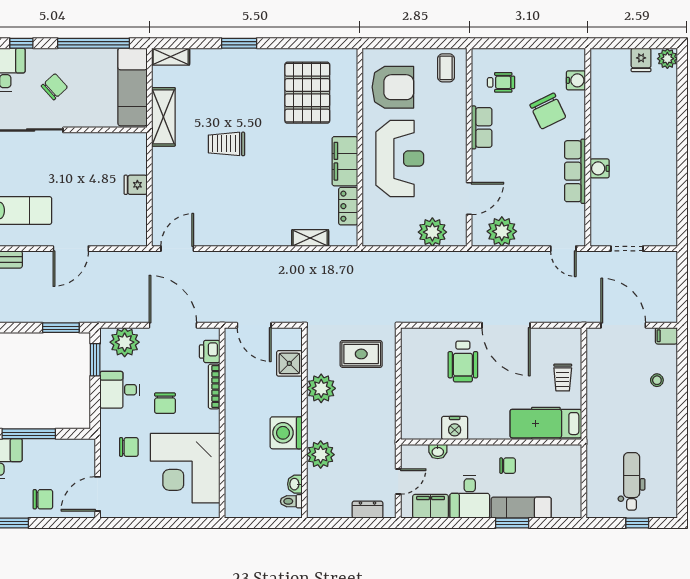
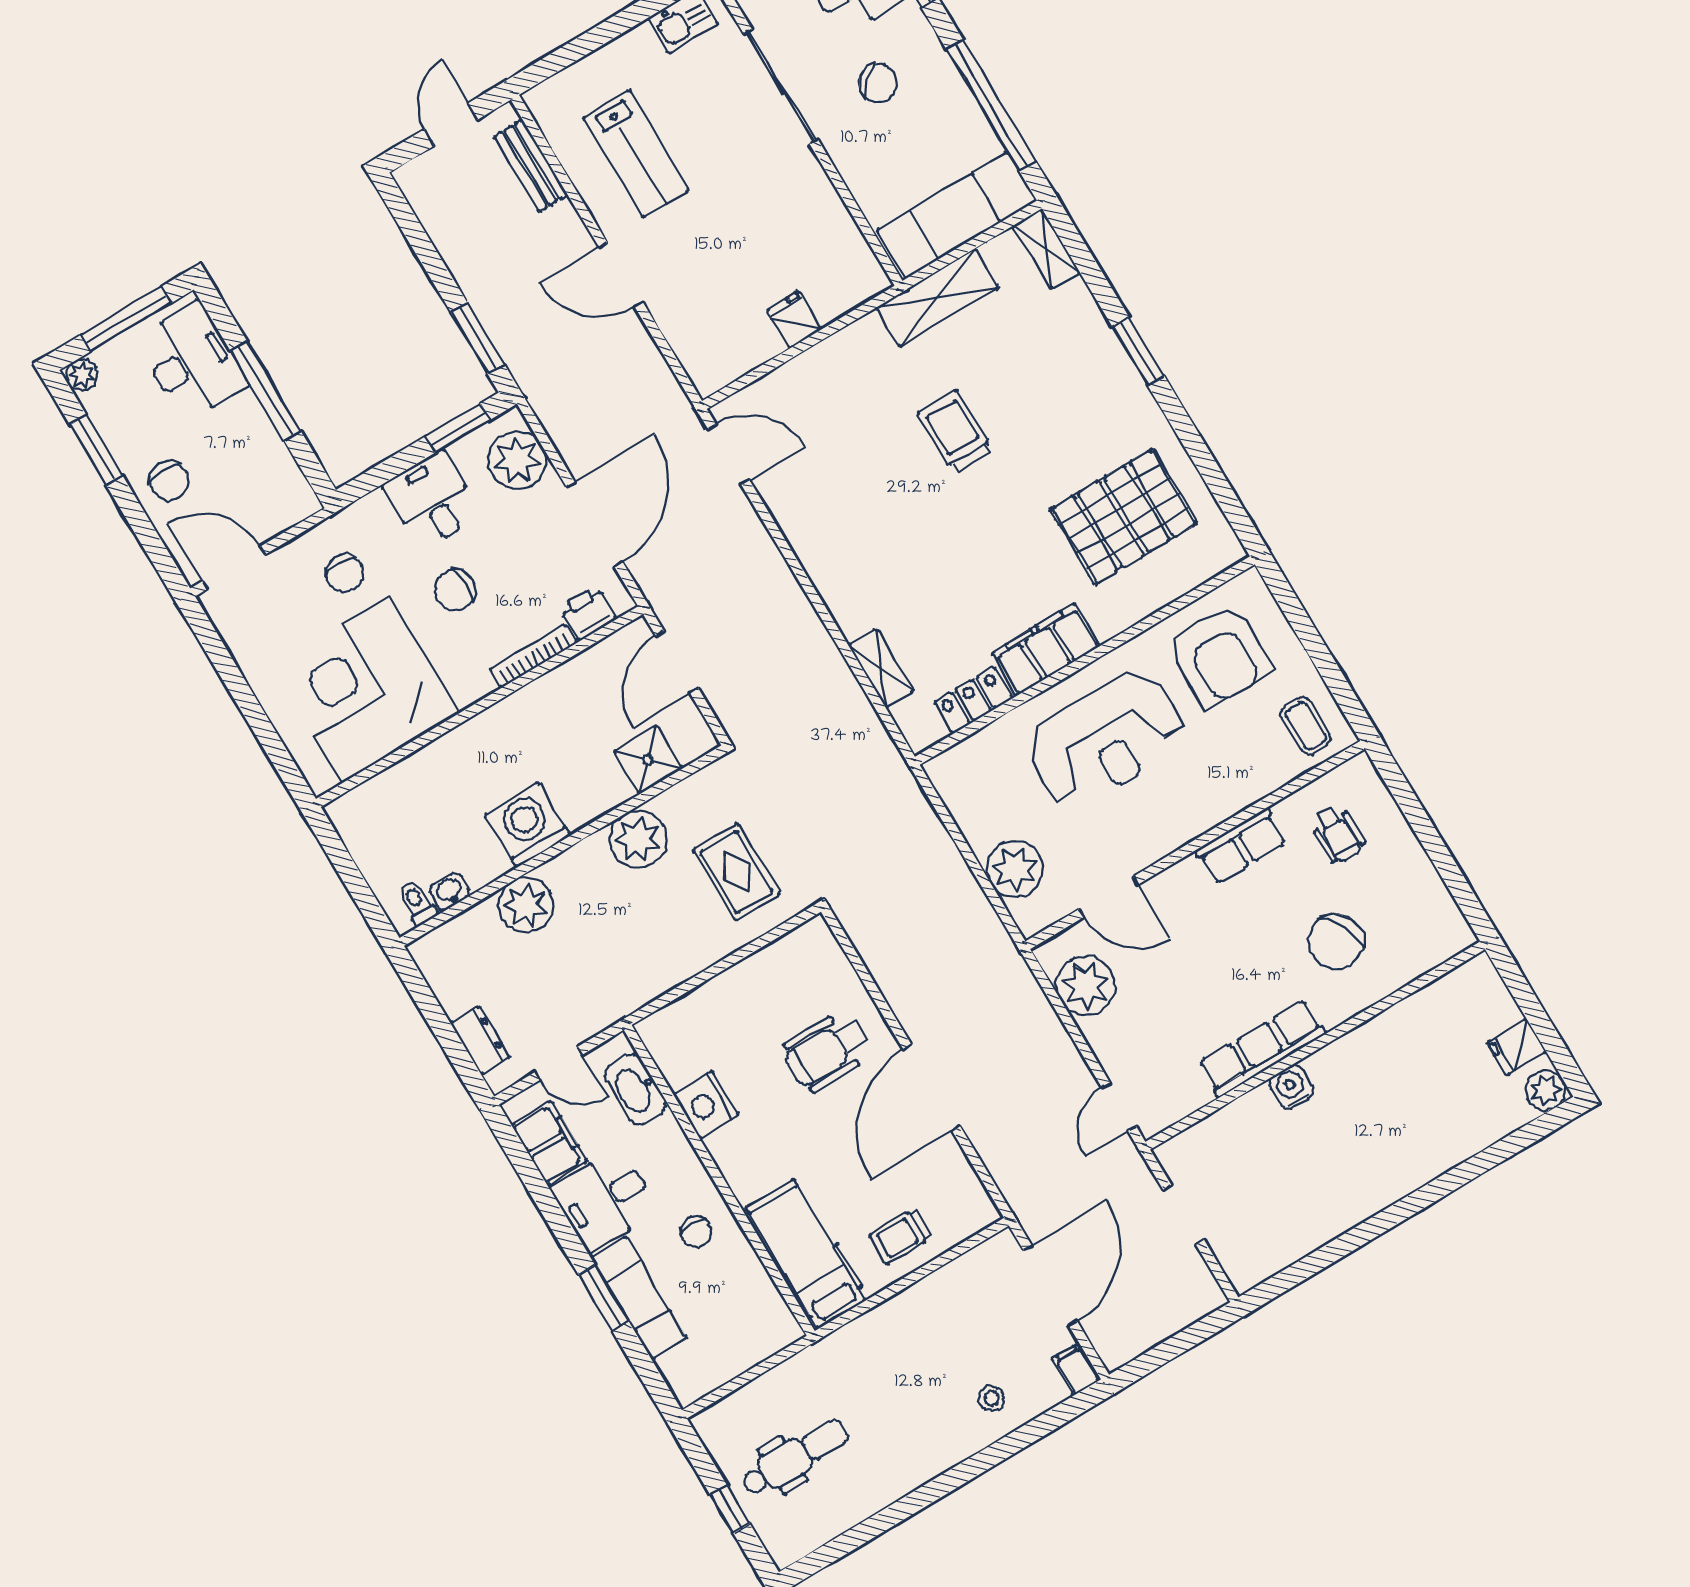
coffee table: (446, 68) -> (1306, 726), turned 90
water cooler: (576, 80) -> (1416, 958), removed
washbasin: (438, 452) -> (636, 1090), width x1.91, depth x1.45

